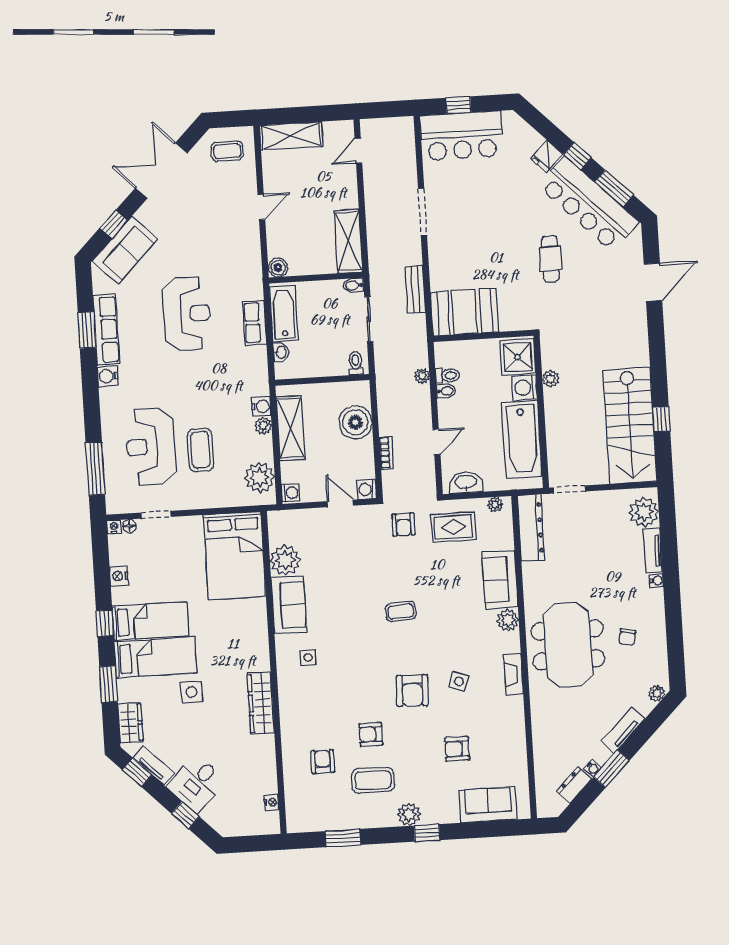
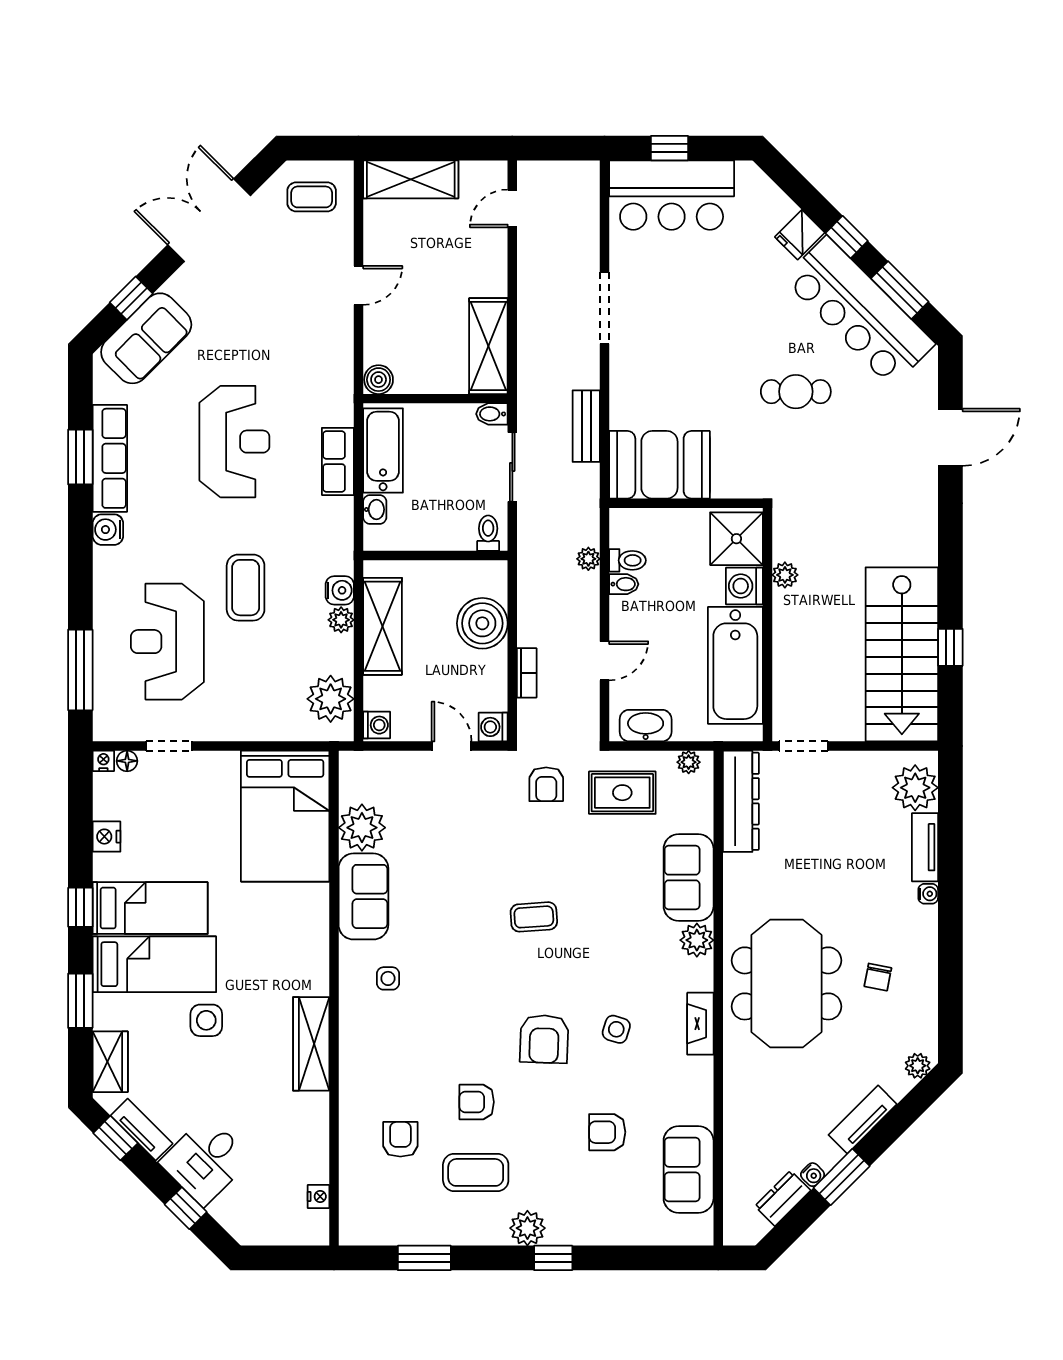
cafe table: (550, 259) -> (796, 392), turned 90
coffee table: (200, 450) -> (246, 588), moved
sofa: (488, 805) -> (689, 1170), moved, turned -90

